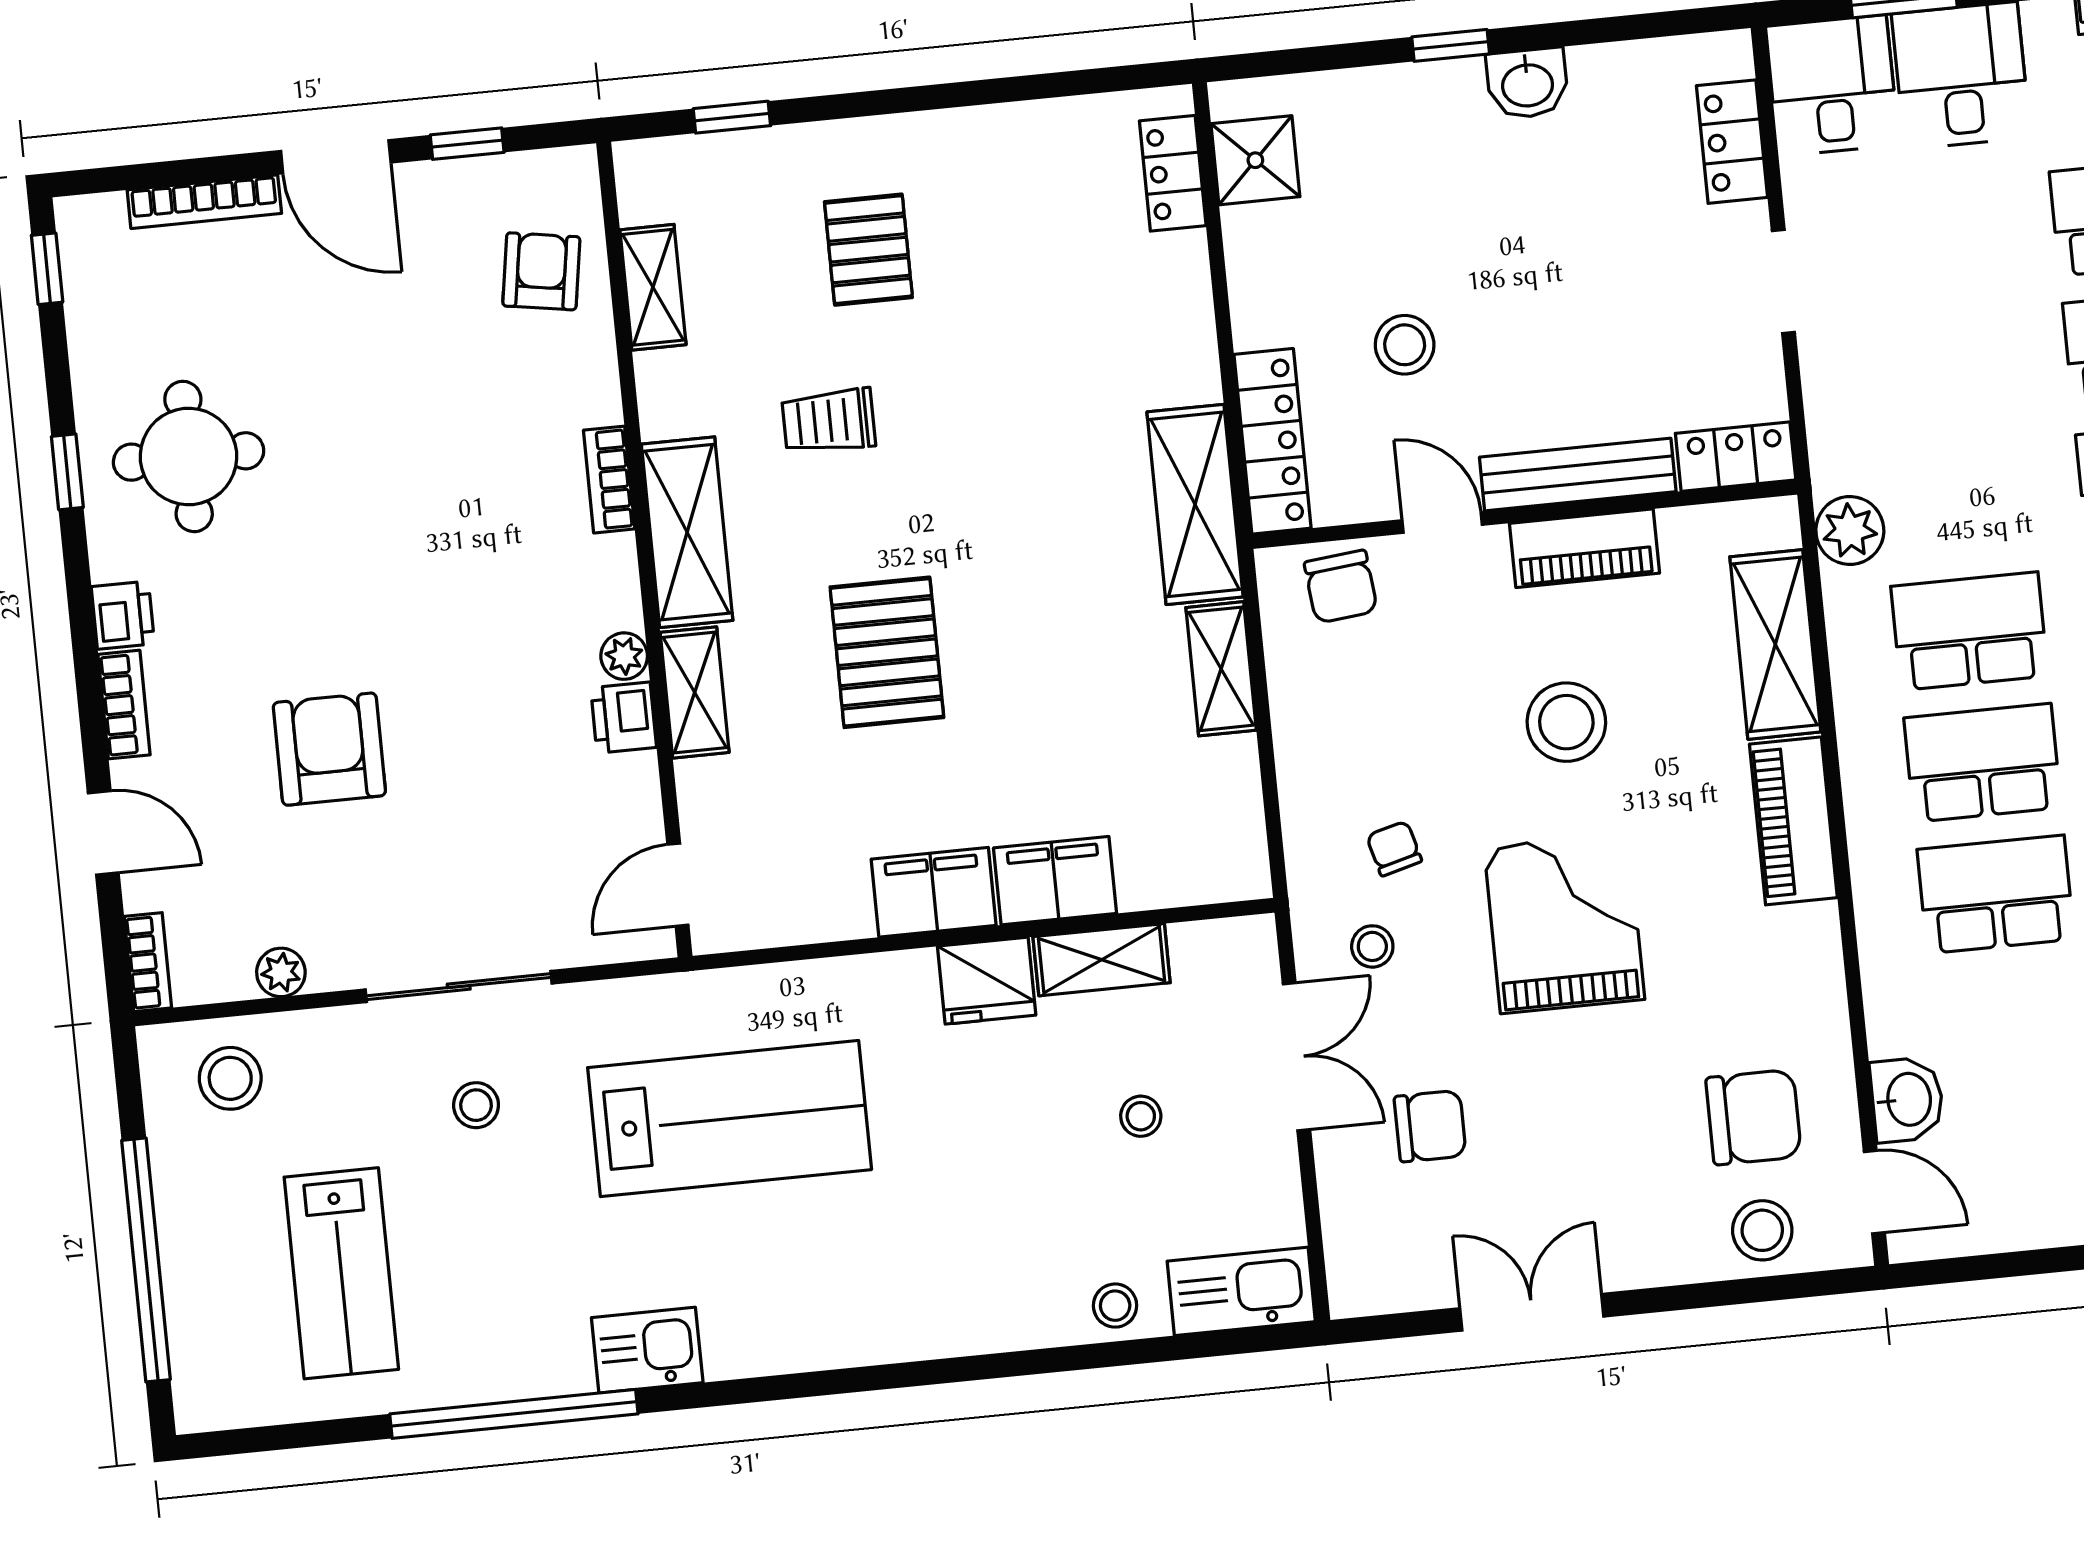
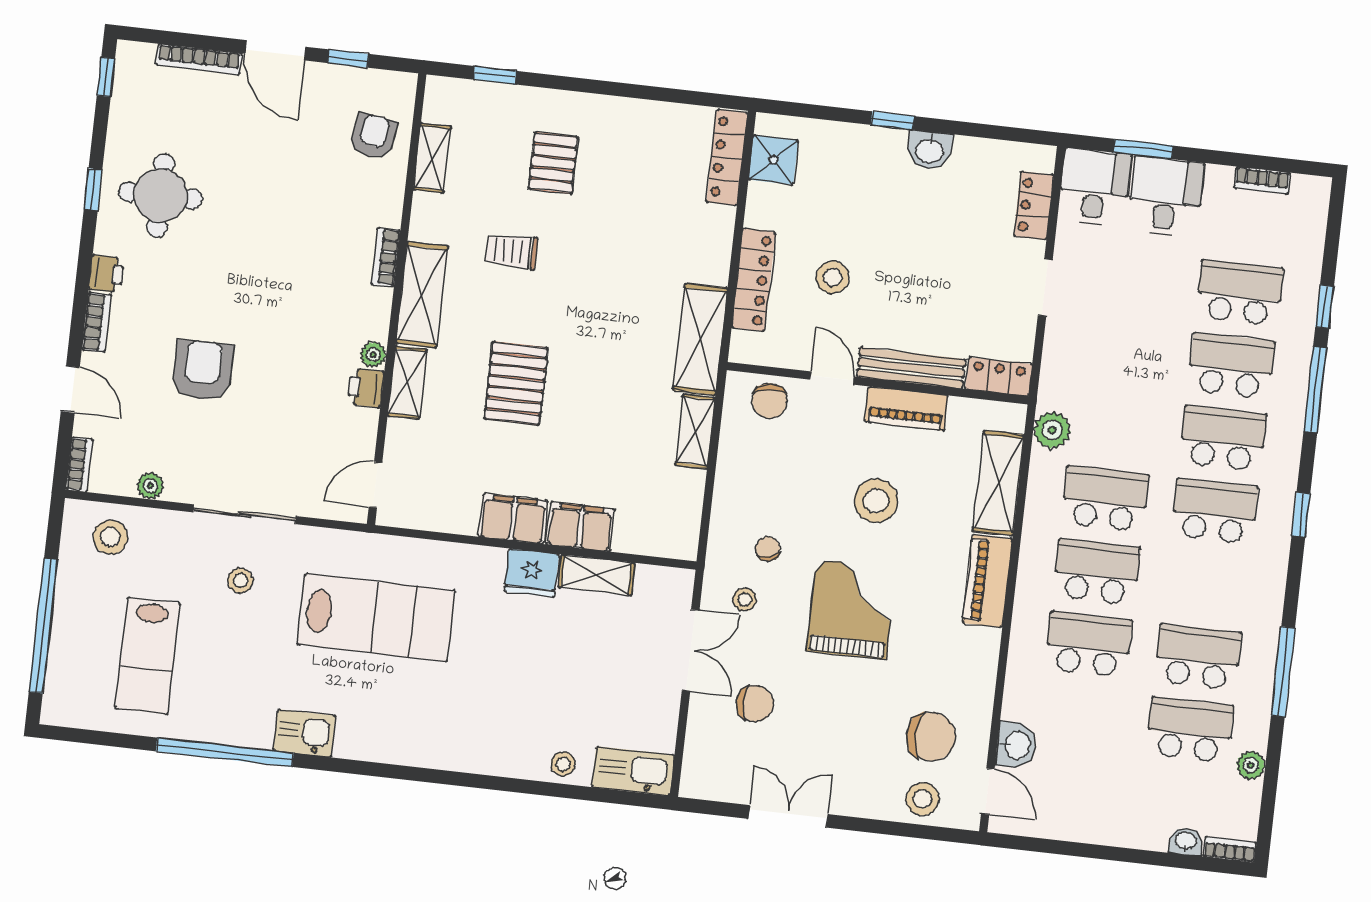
locker: (1173, 173) -> (727, 157), width x1.53
locker: (1273, 441) -> (754, 280), moved
stool: (1141, 1116) -> (599, 664), removed

